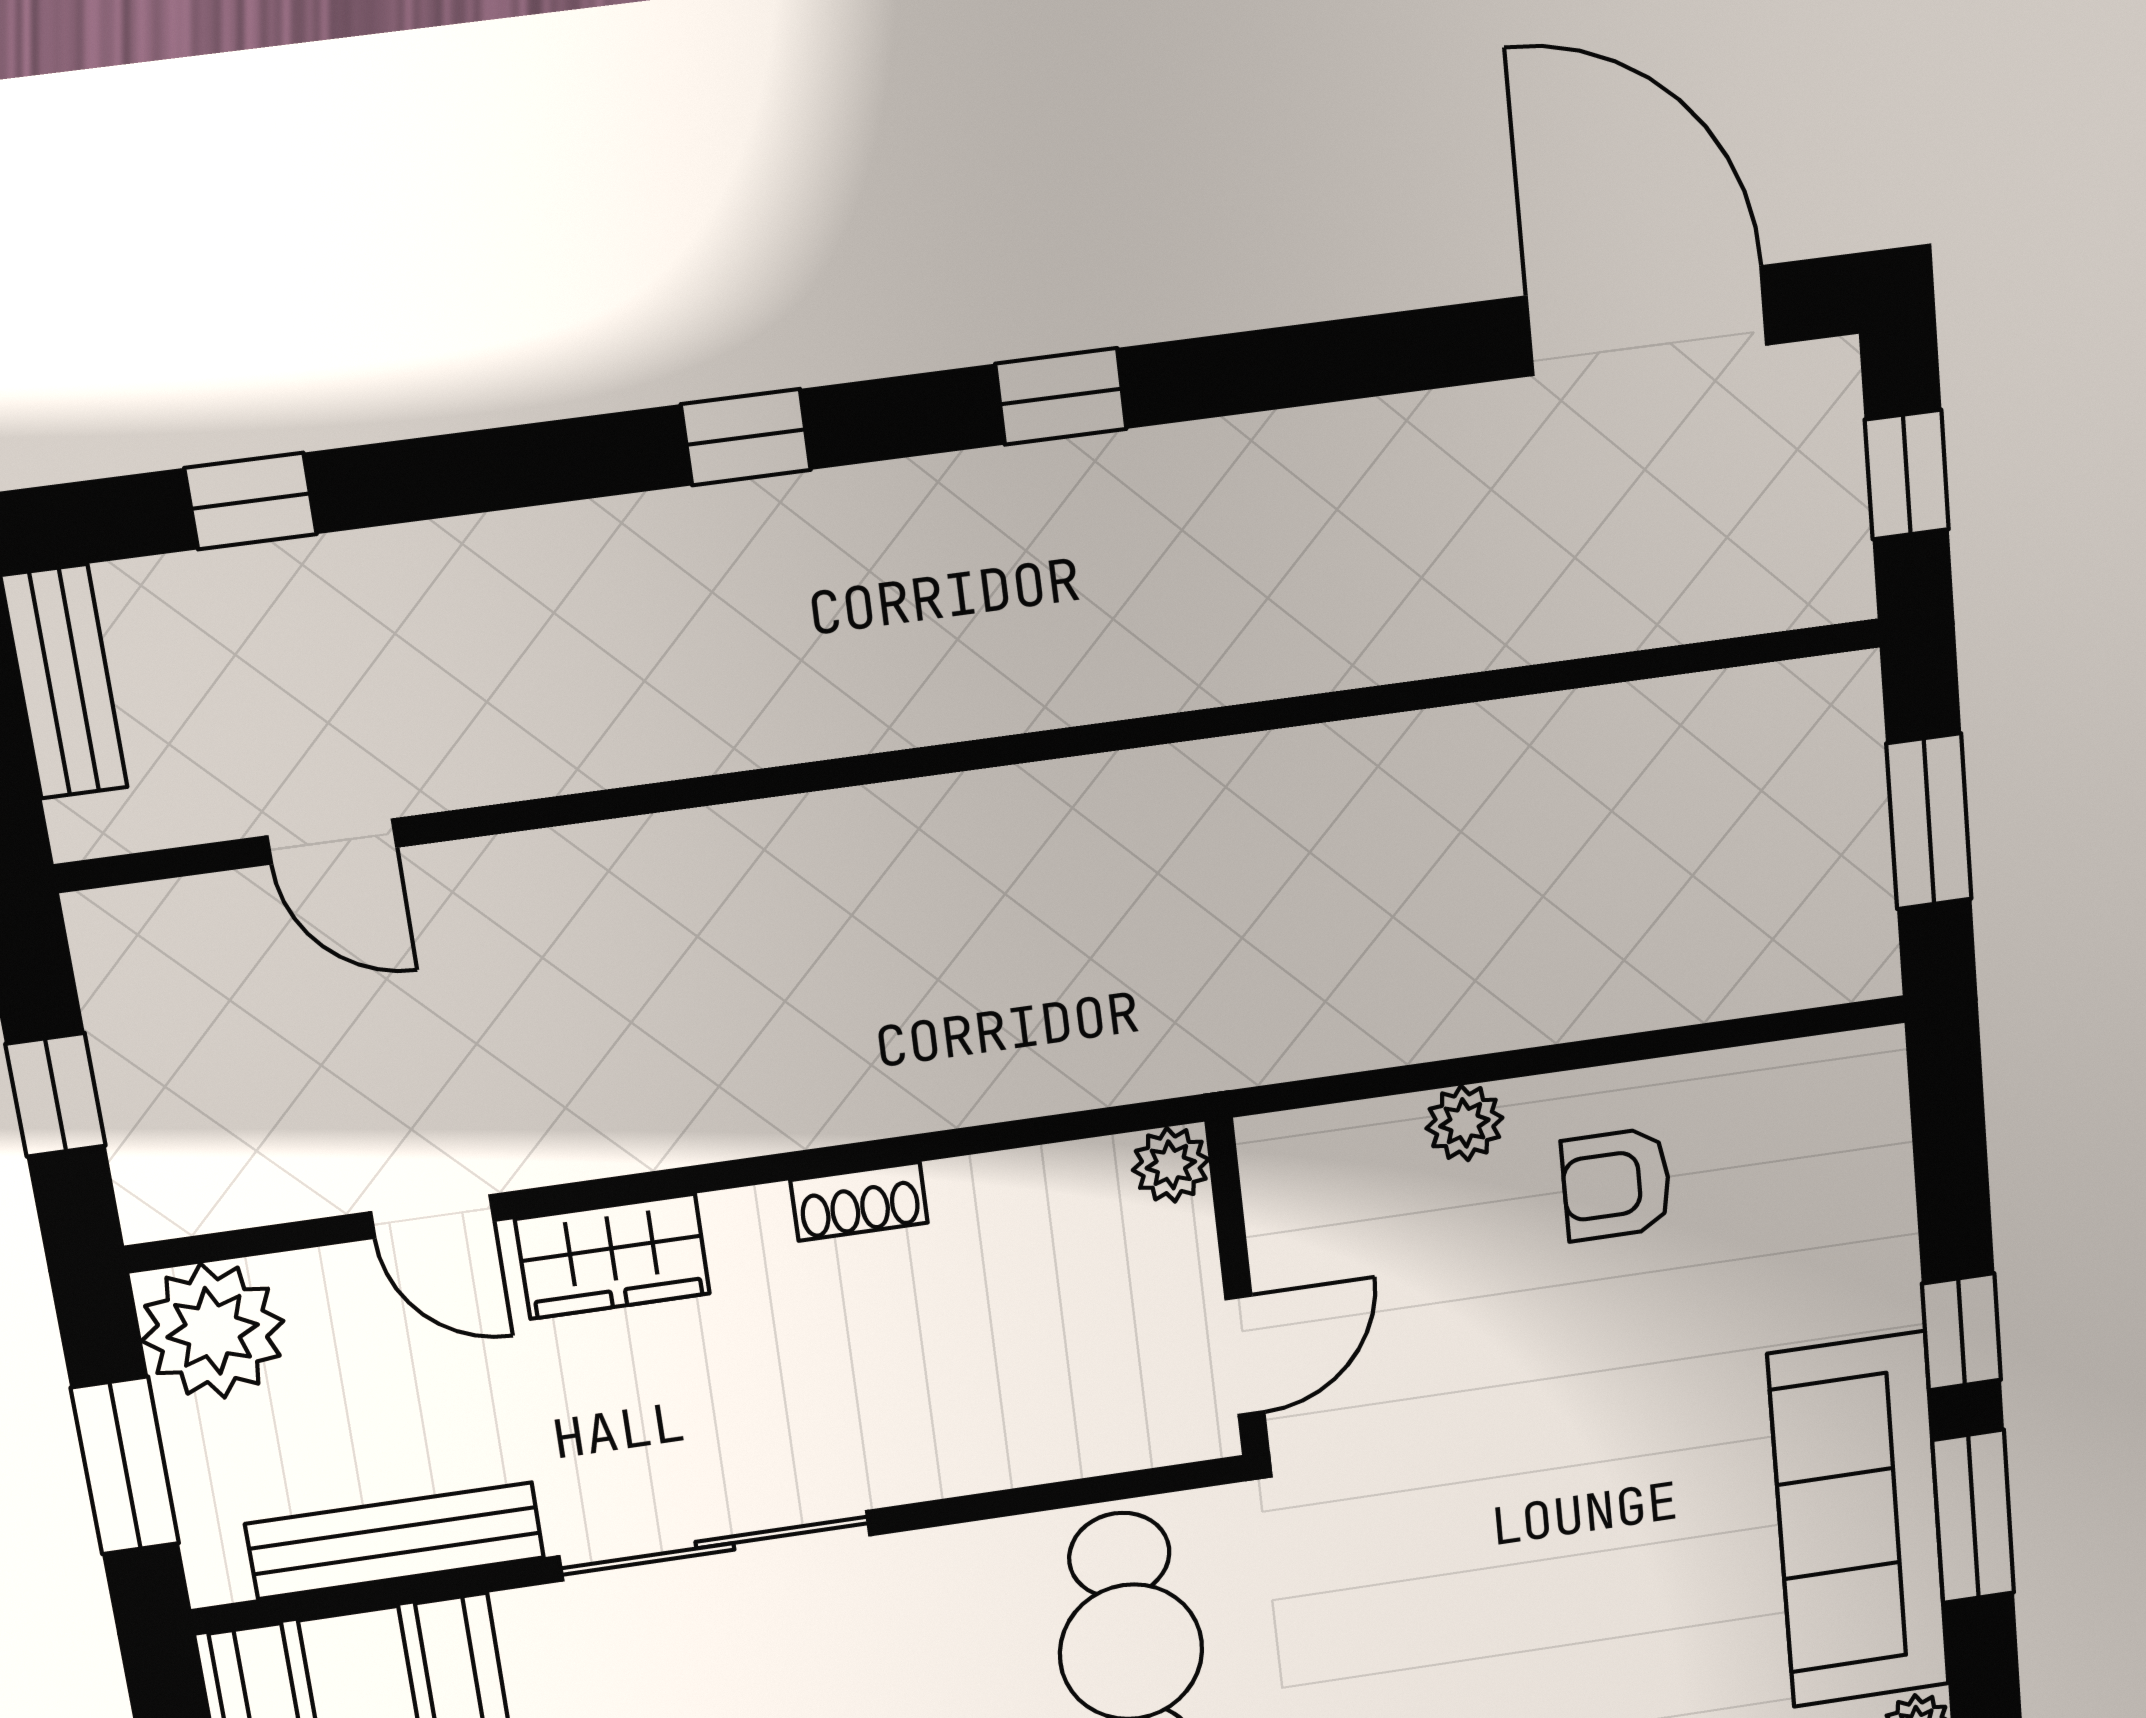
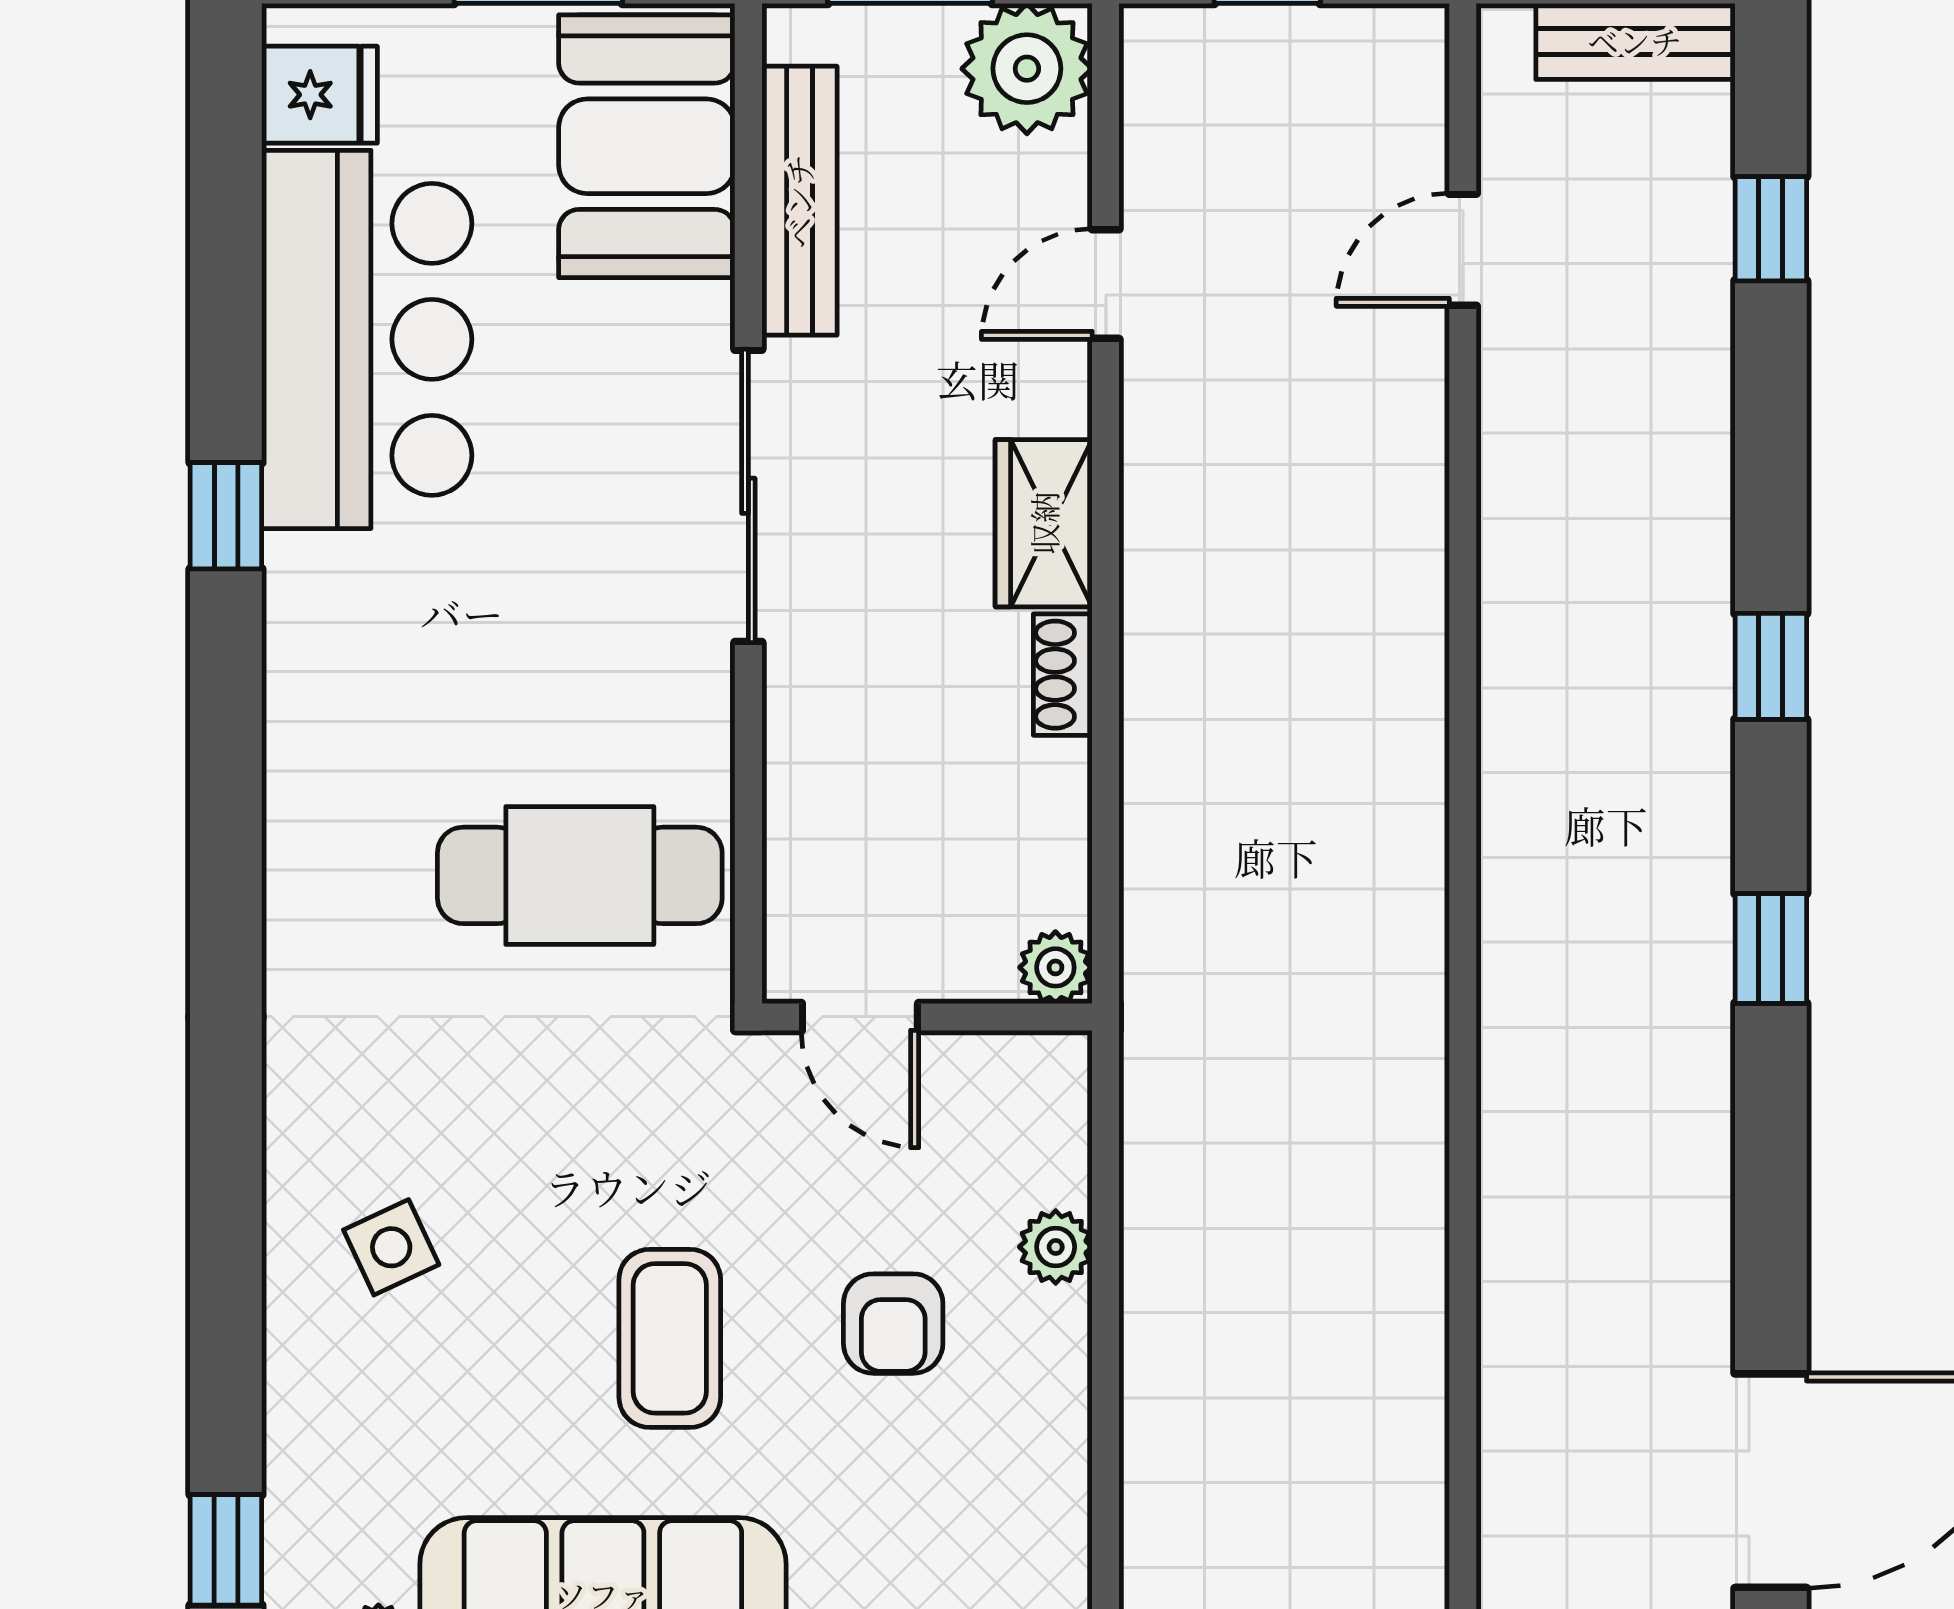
armchair: (1616, 1184) -> (893, 1324), moved, turned 180
wardrobe: (613, 1256) -> (1044, 523), moved
coffee table: (1594, 1494) -> (670, 1338), added

